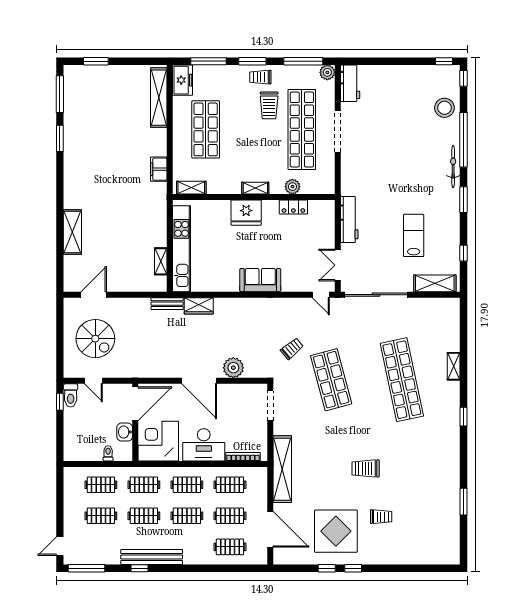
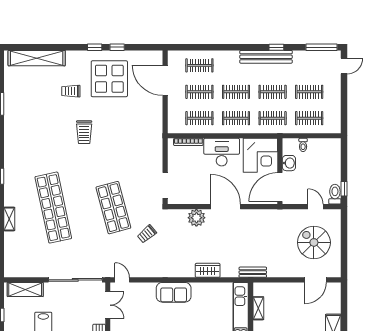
wardrobe: (199, 306) -> (208, 270), moved
trolley: (366, 468) -> (84, 132), turned 90
shelving: (282, 469) -> (37, 58), moved, turned 90

